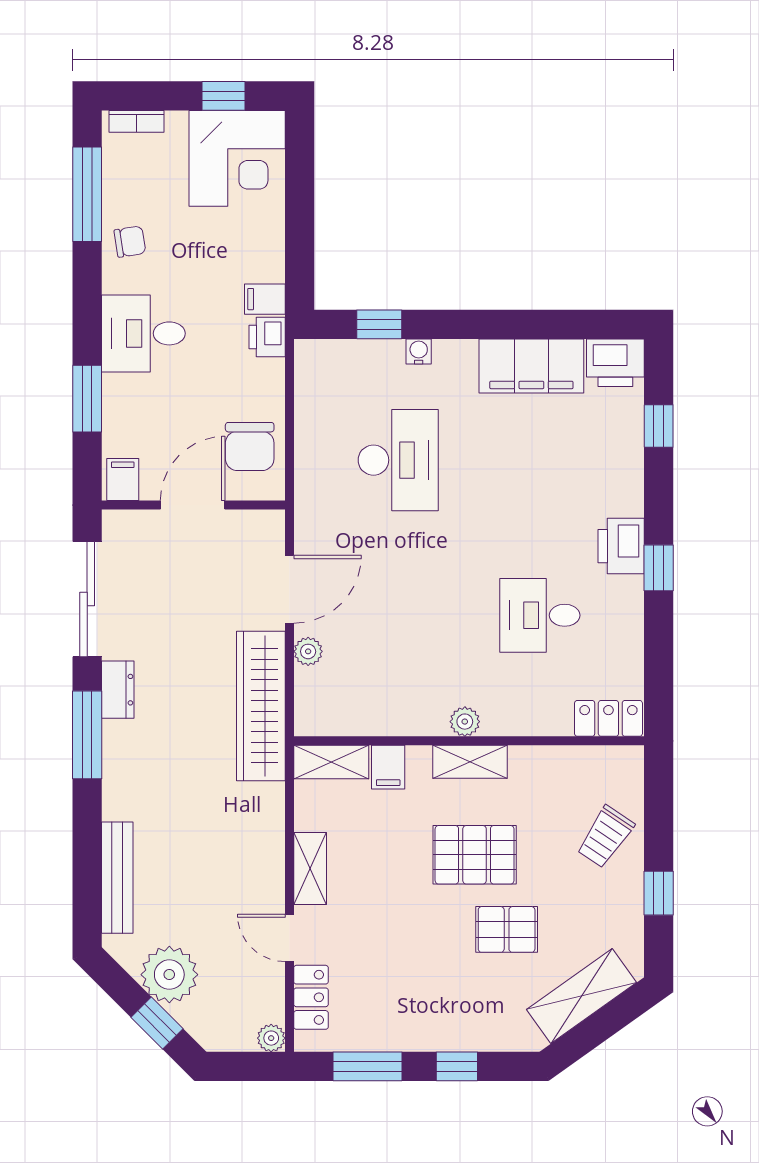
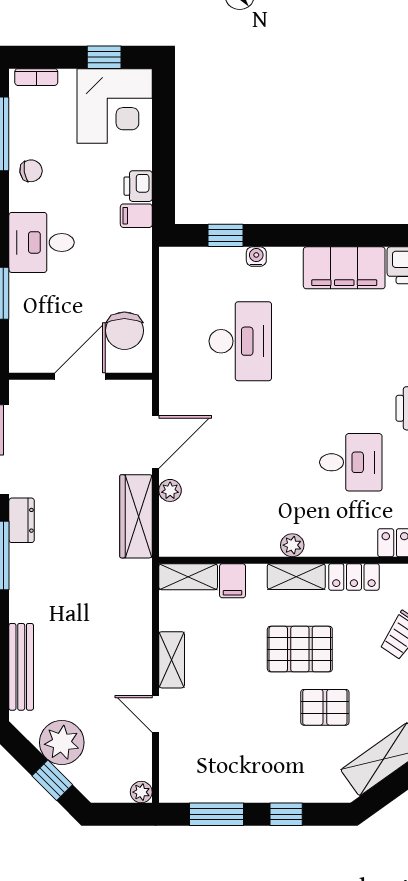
printer: (267, 337) -> (138, 186), moved
filing cabinet: (123, 480) -> (25, 356), removed
desk: (540, 615) -> (351, 462), turned 180
wardrobe: (261, 706) -> (136, 516), width x0.71, depth x0.85
locker: (311, 997) -> (354, 577), moved, turned 90

